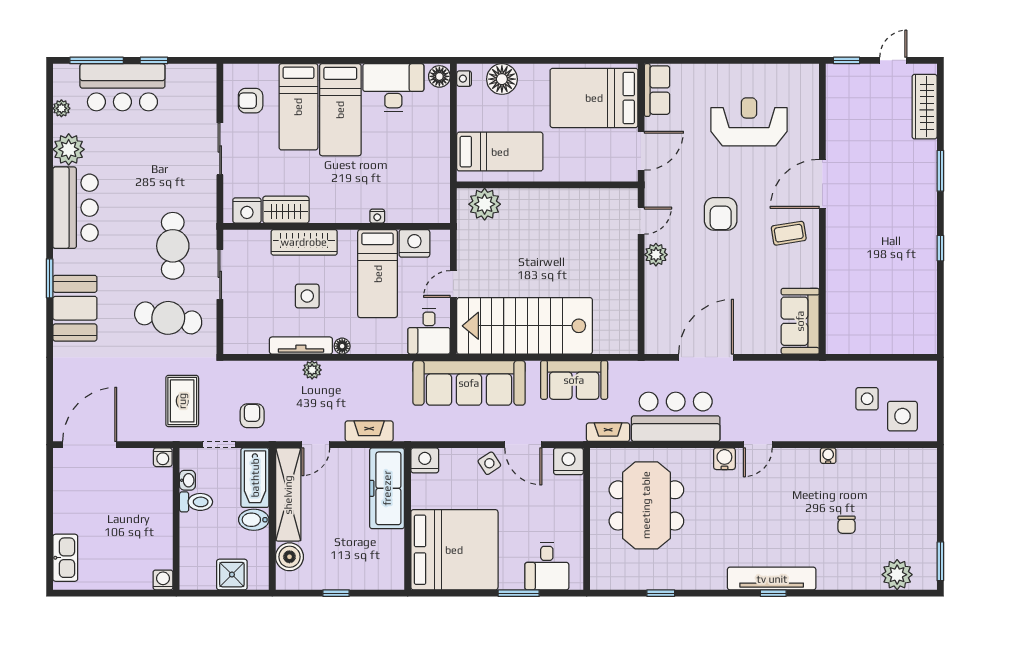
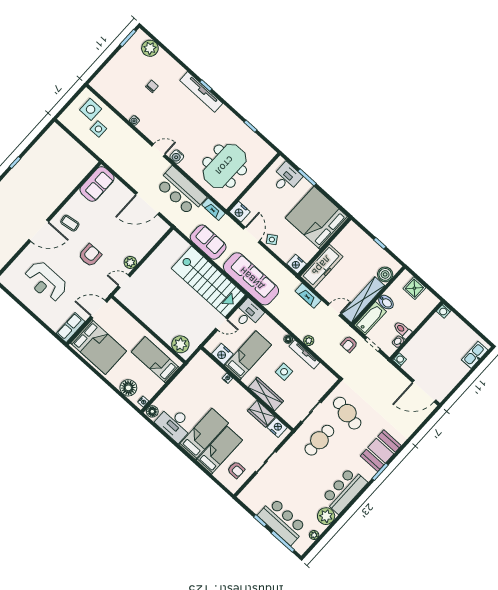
rug: (182, 401) -> (372, 375), removed

